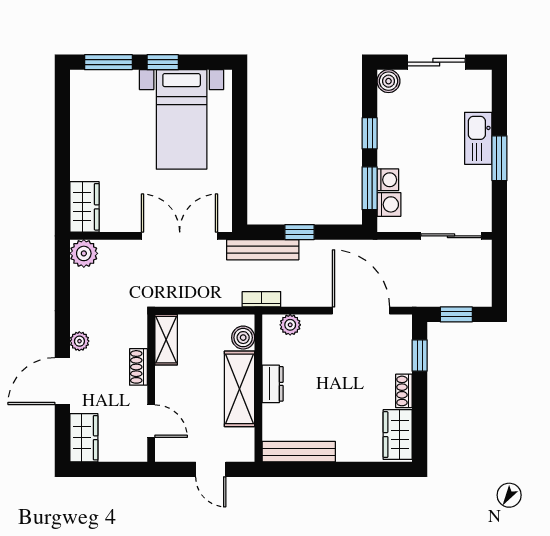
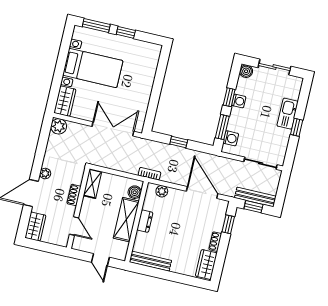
bed with nightstands: (182, 119) -> (93, 68), moved, turned -90
window: (499, 158) -> (297, 127), width x0.67
washing machine: (388, 180) -> (239, 101), moved
bench: (263, 250) -> (255, 197), moved

